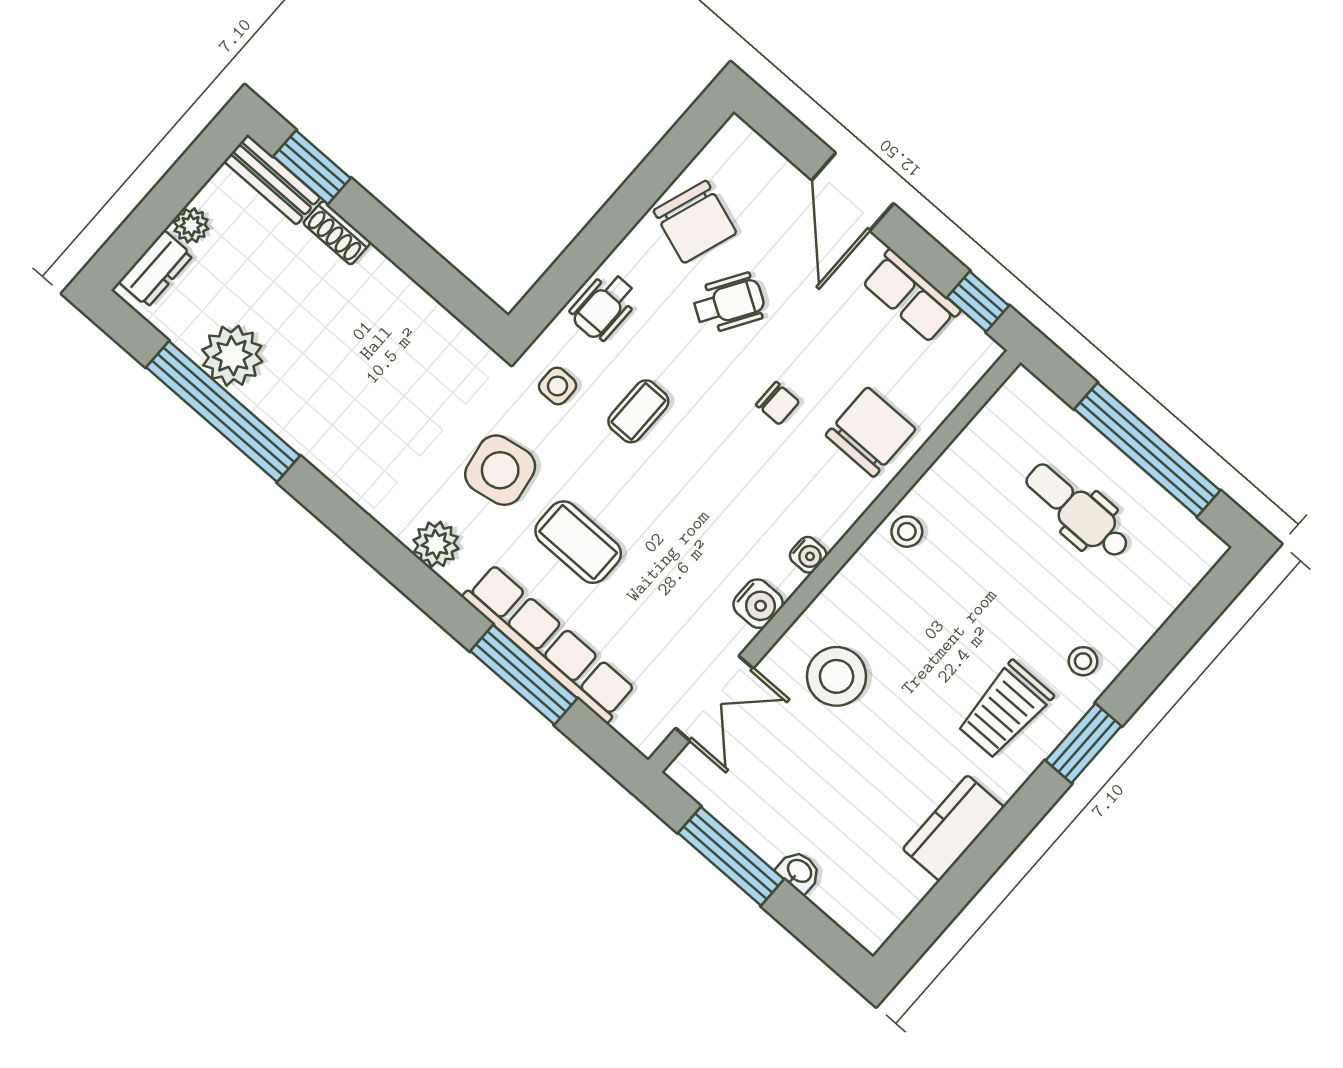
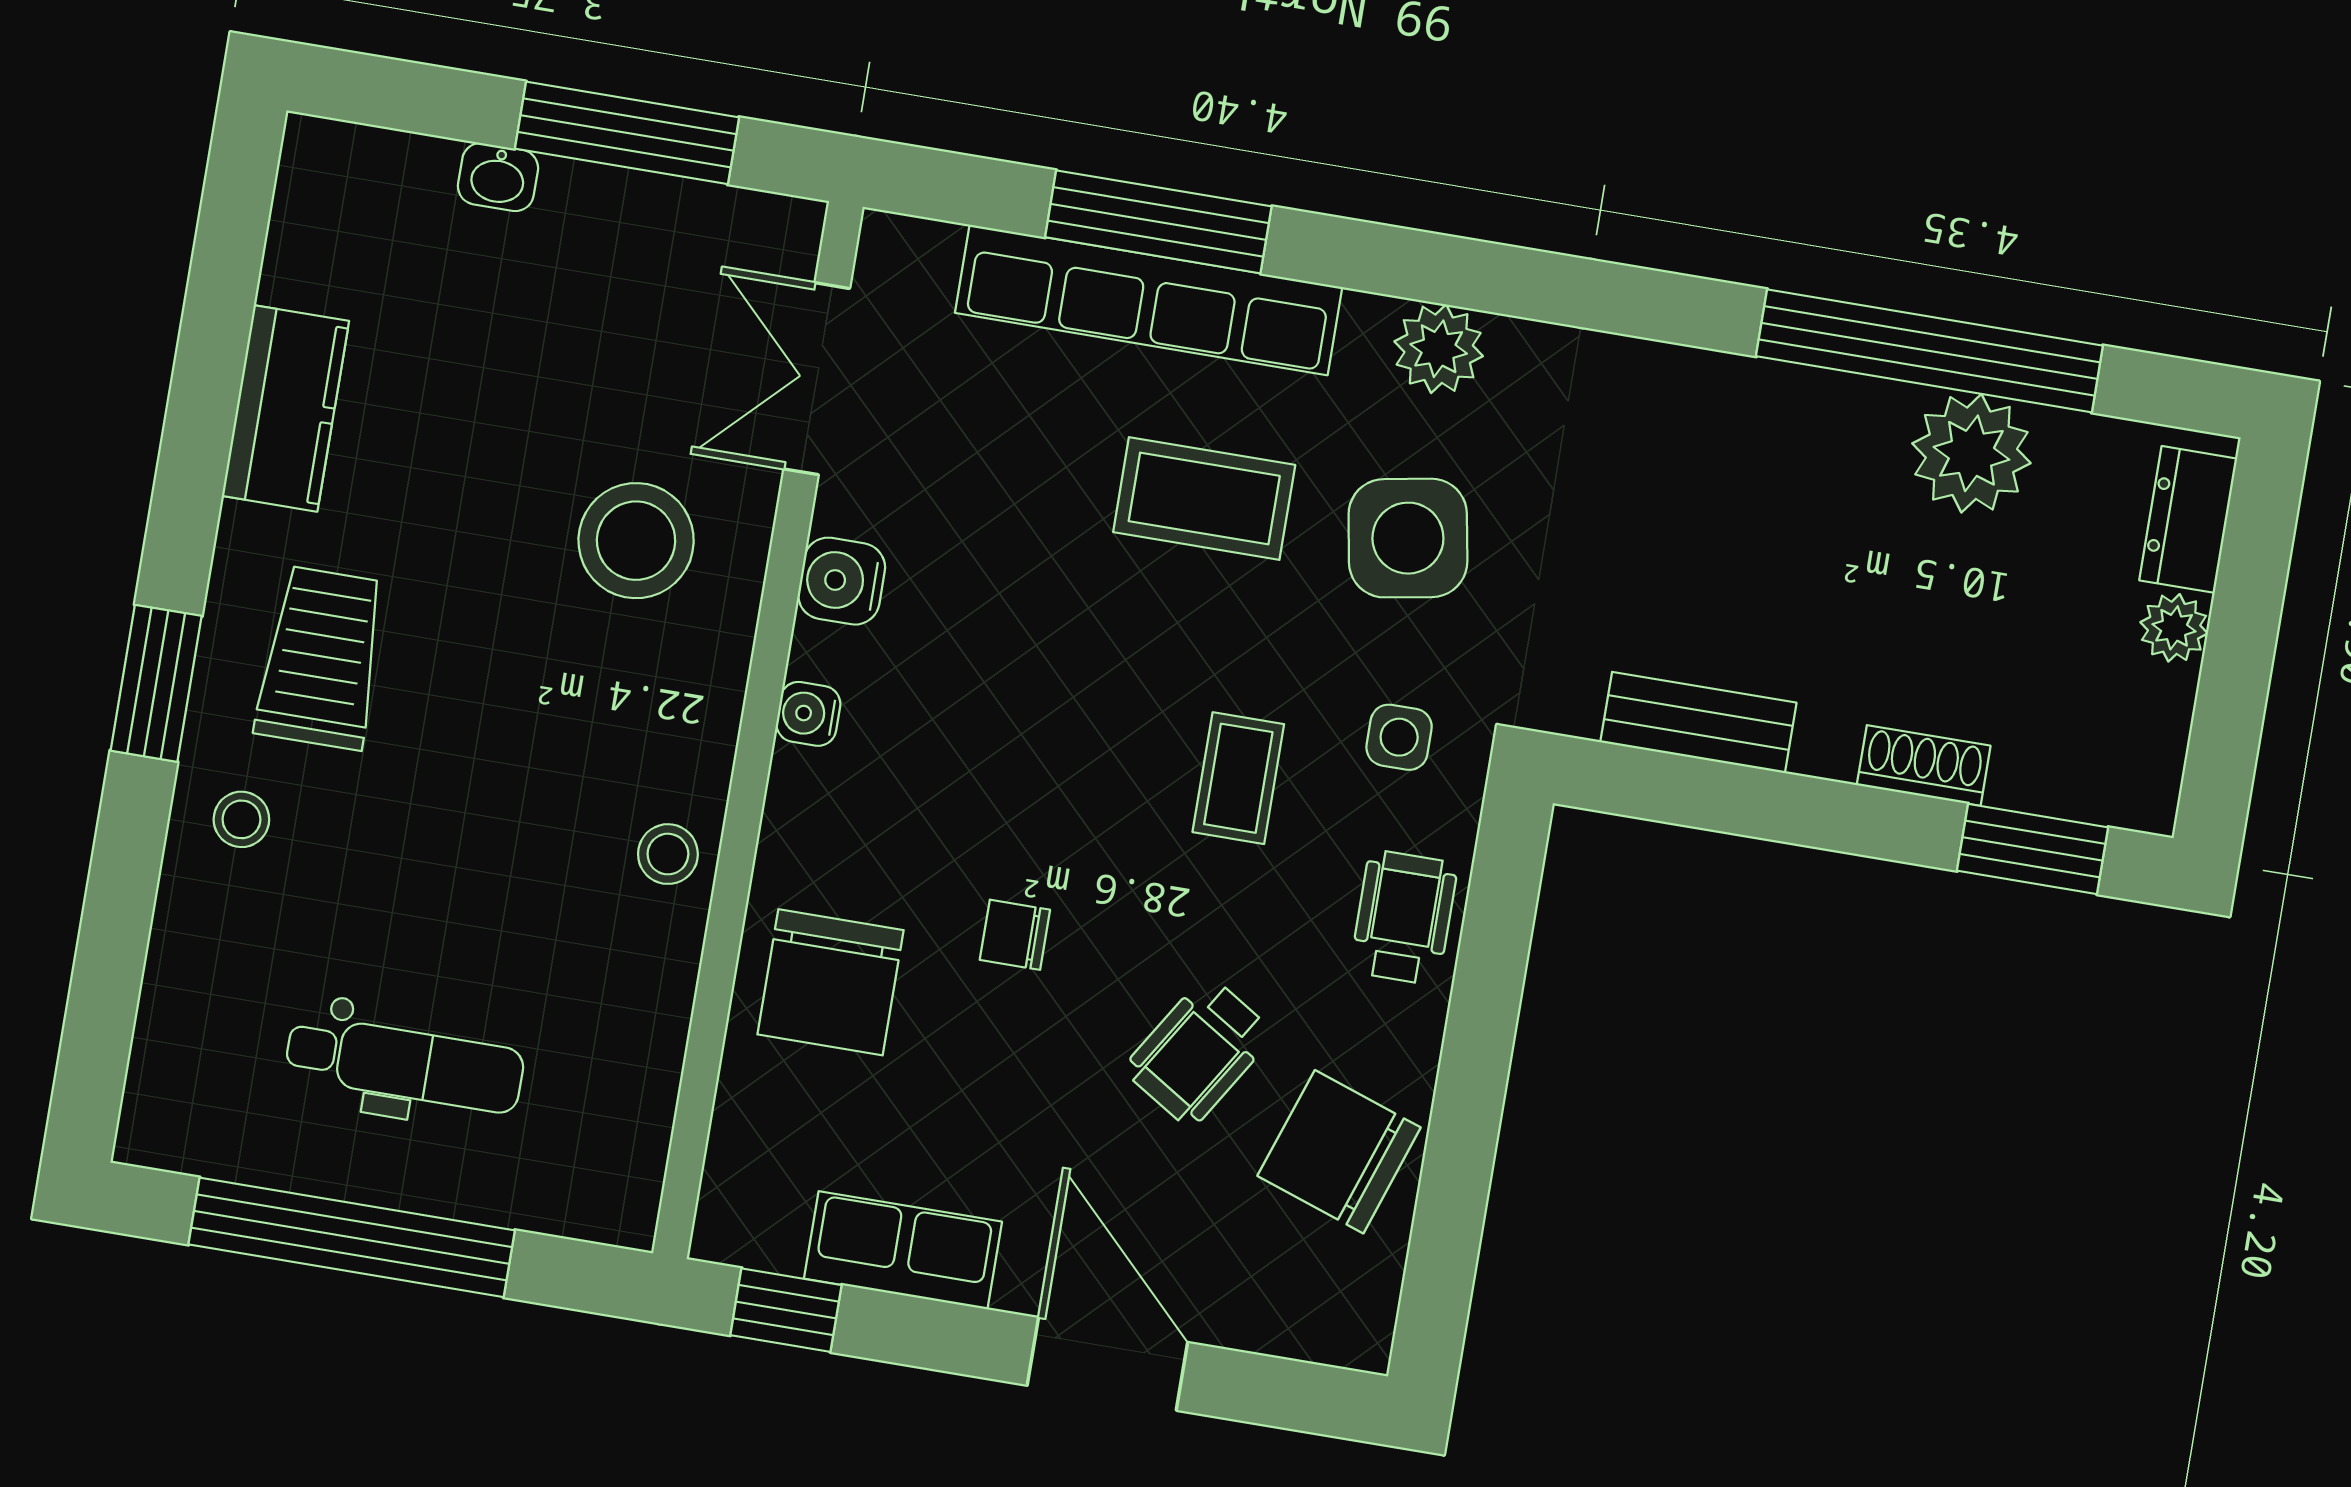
bench: (272, 180) -> (1698, 722), moved

